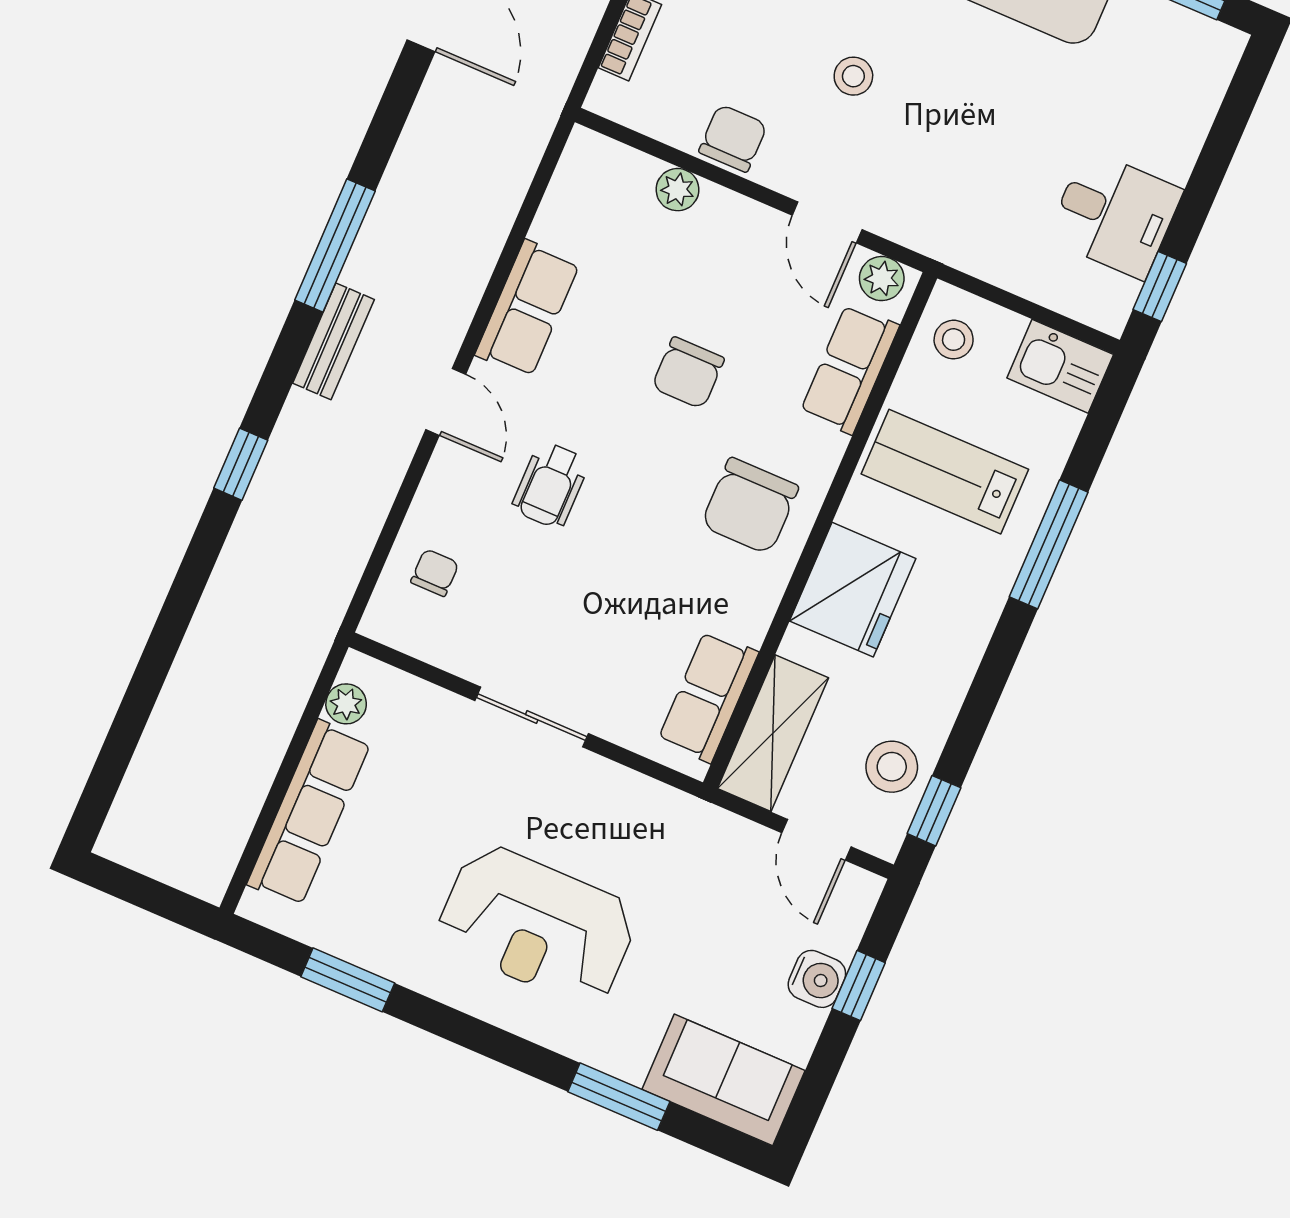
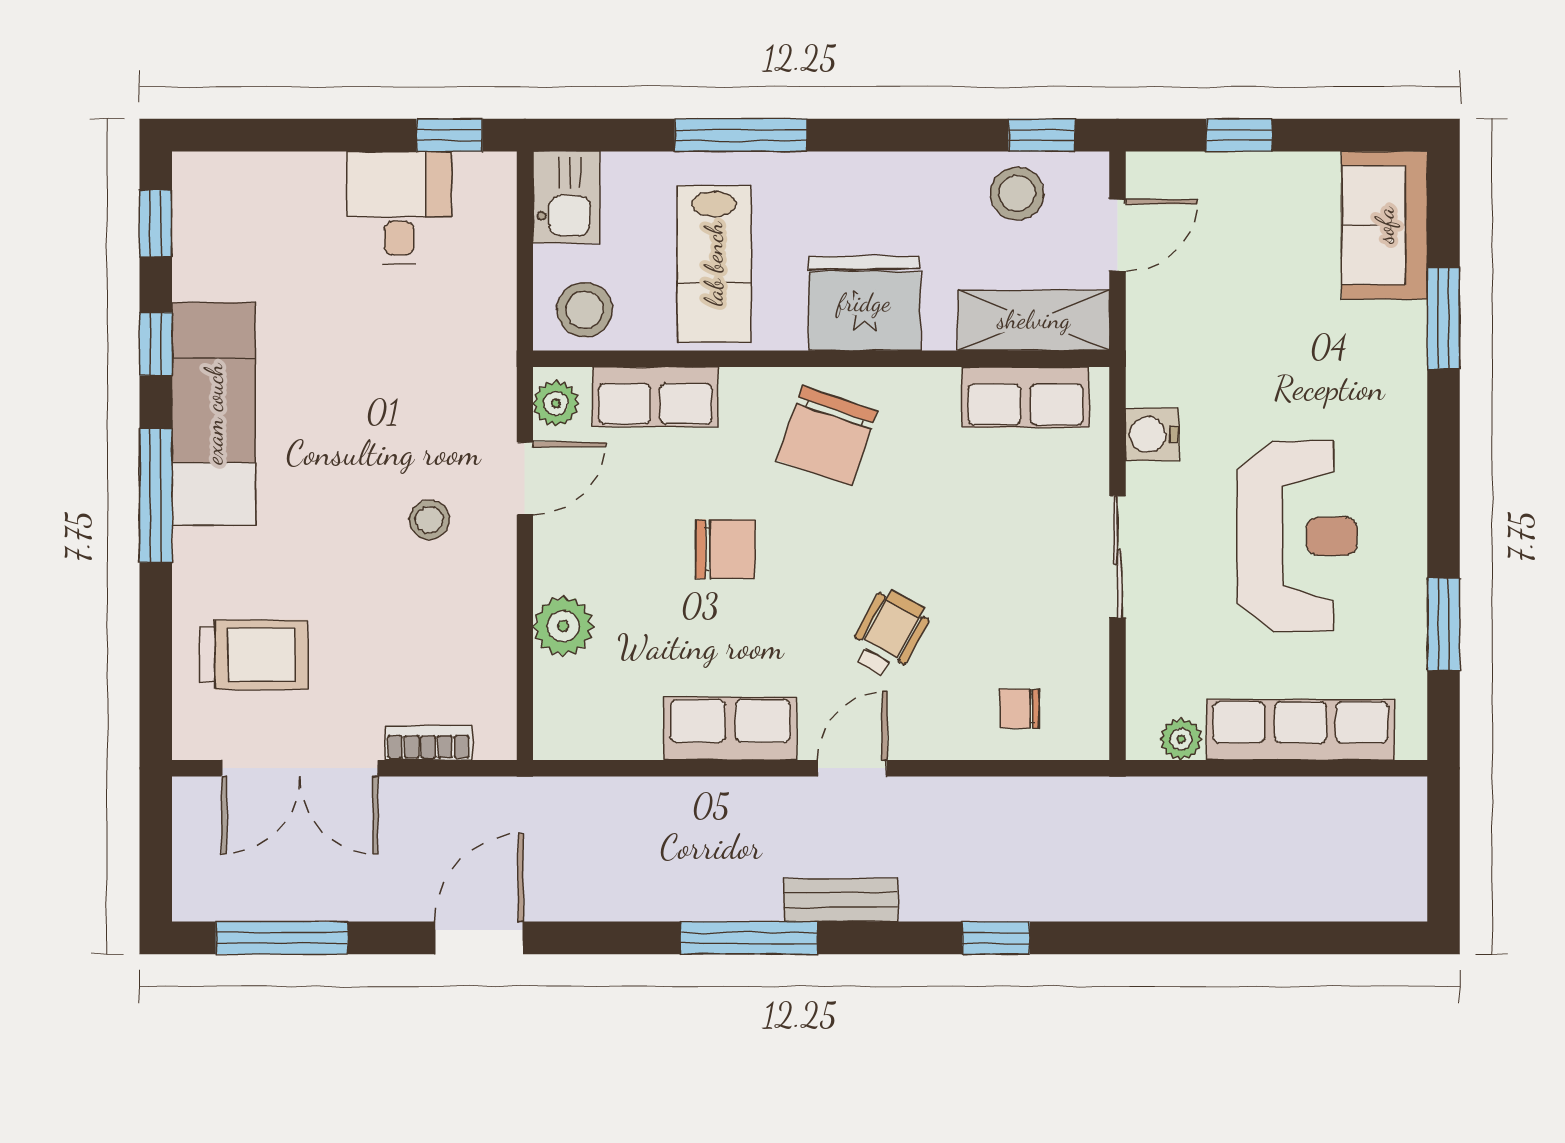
stool: (853, 76) -> (429, 520), moved
chair: (733, 138) -> (483, 603), removed
plant: (677, 190) -> (563, 626), width x1.38, depth x1.38
stool: (954, 340) -> (585, 310), width x1.37, depth x1.37
wheelchair: (550, 485) -> (889, 634), turned -61
chair: (750, 506) -> (827, 436), turned 109
reception desk: (537, 925) -> (1297, 536), moved
water cooler: (817, 979) -> (1152, 434), moved, turned -90

